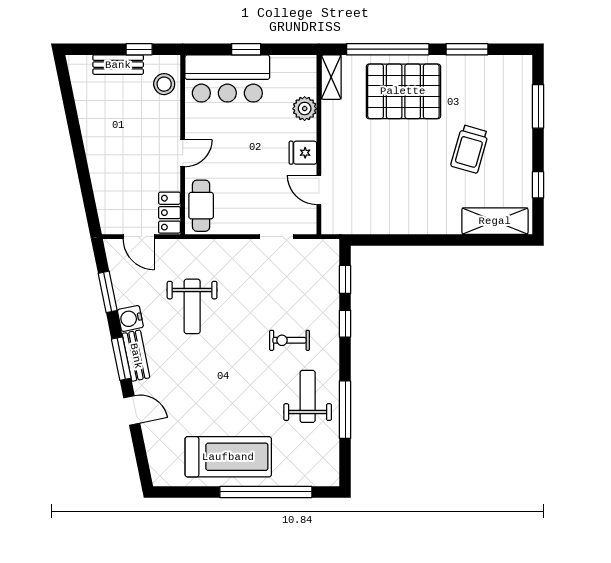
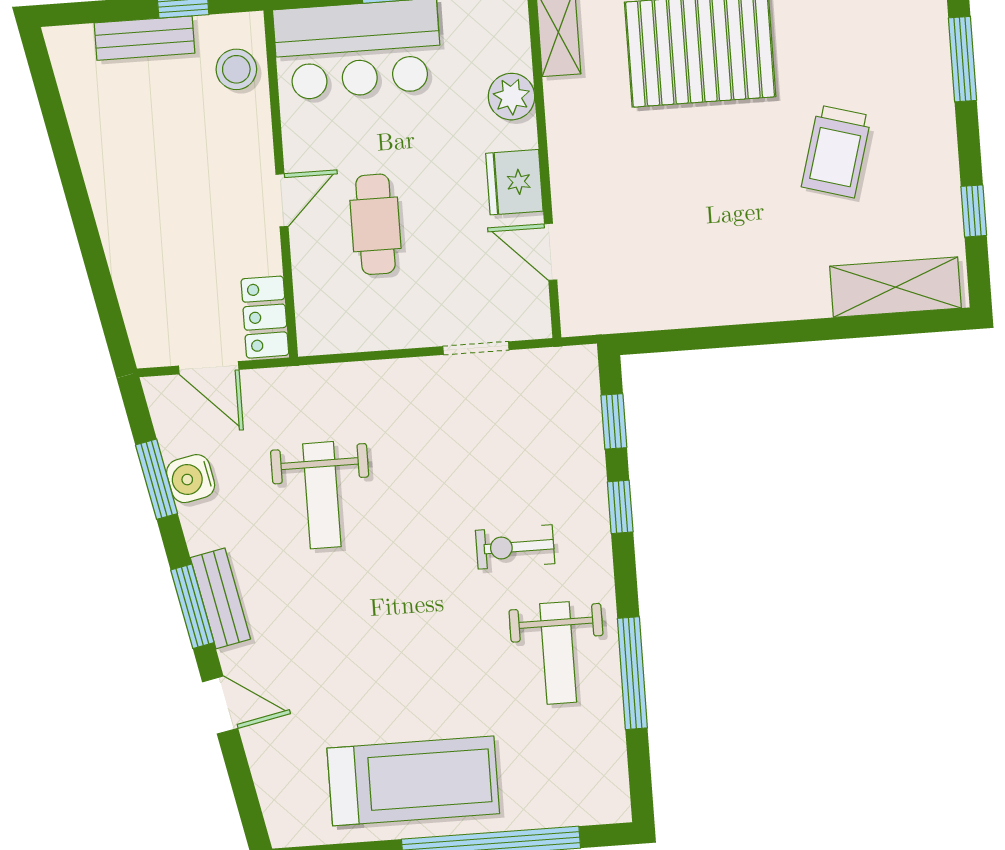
fridge: (303, 153) -> (514, 182), width x1.38
cafe table: (201, 206) -> (375, 224), moved
water cooler: (130, 318) -> (191, 479), moved
weight bench: (308, 396) -> (558, 653), turned 180

